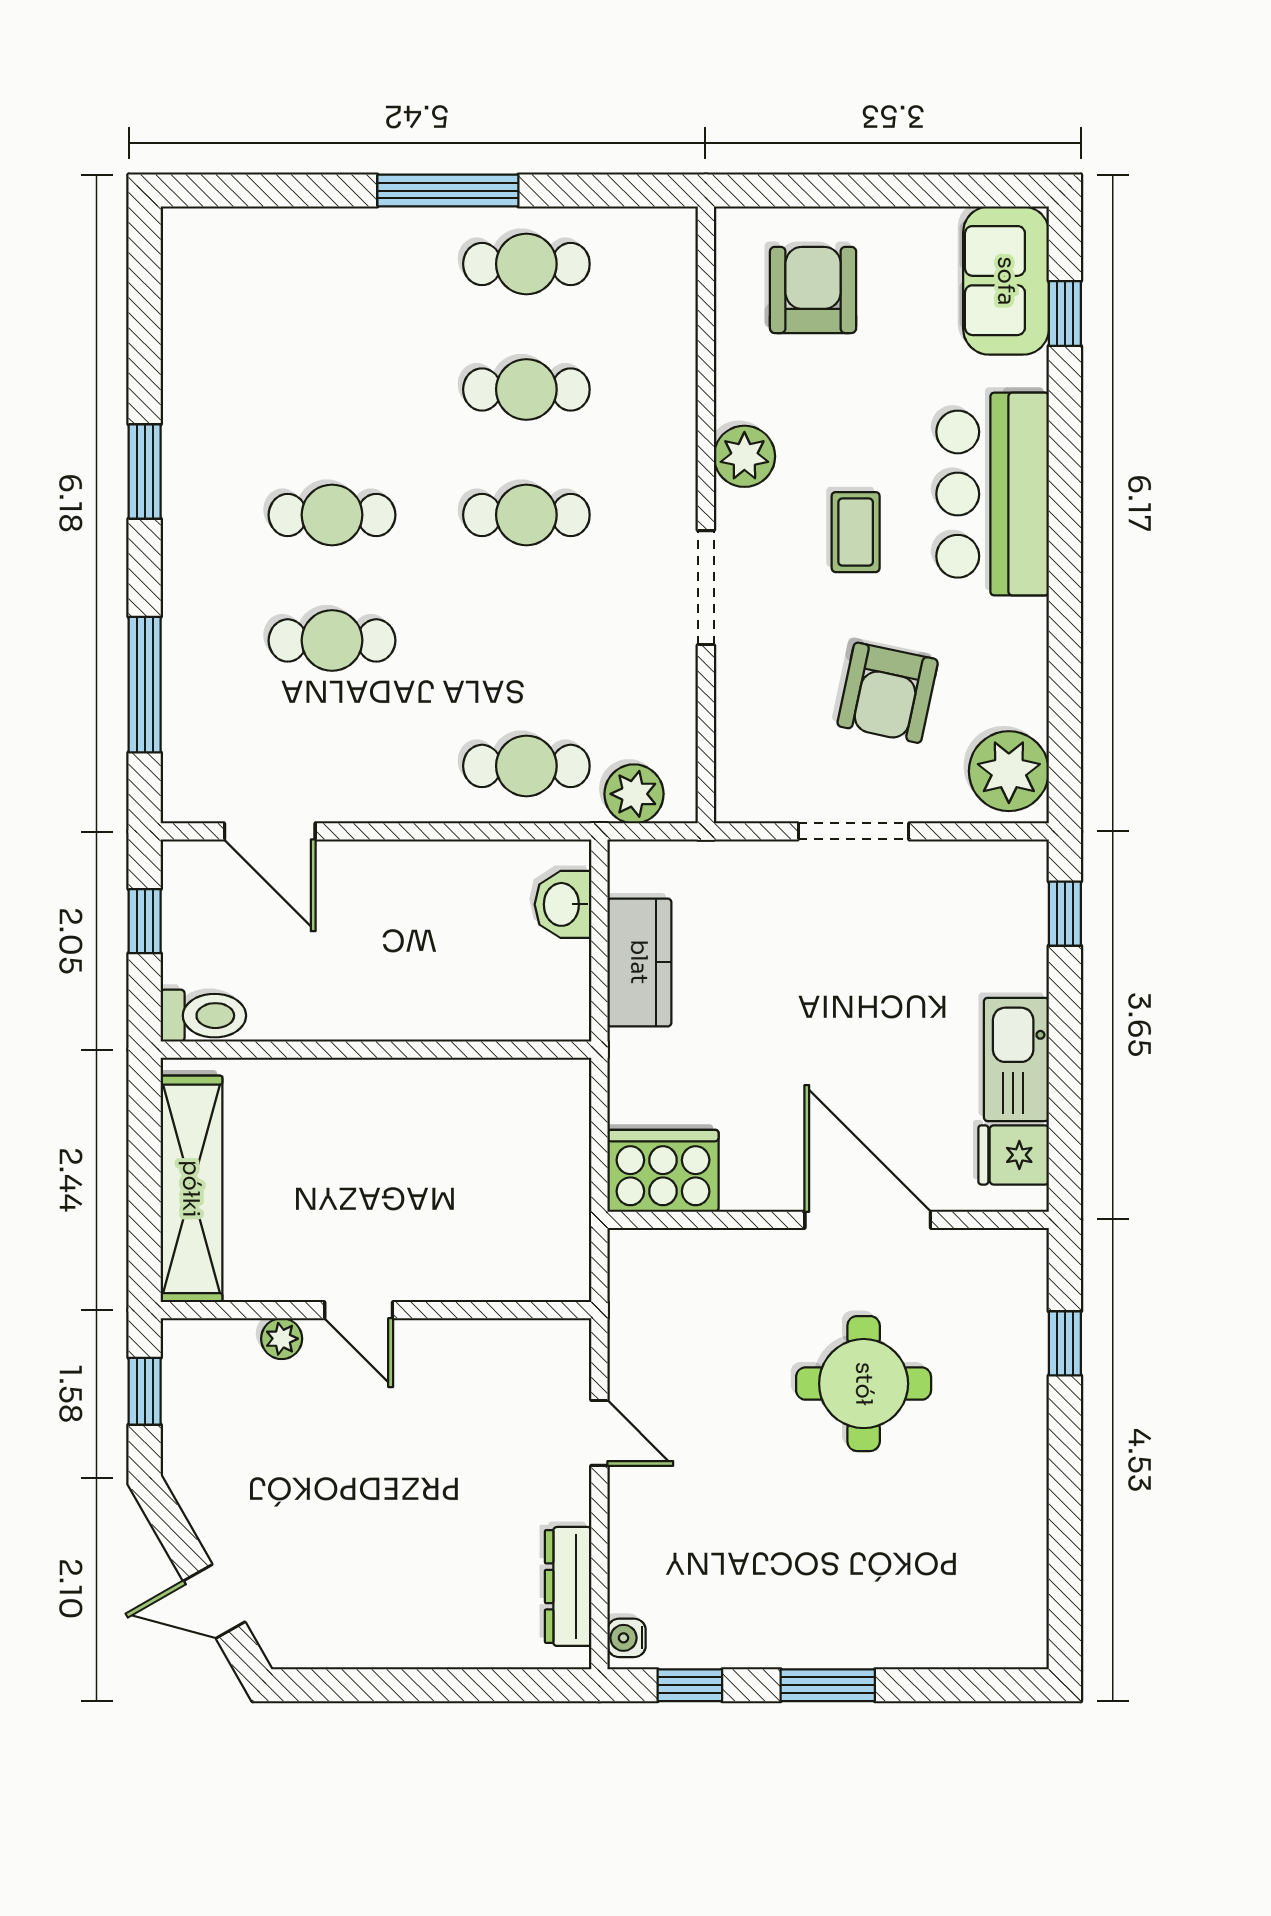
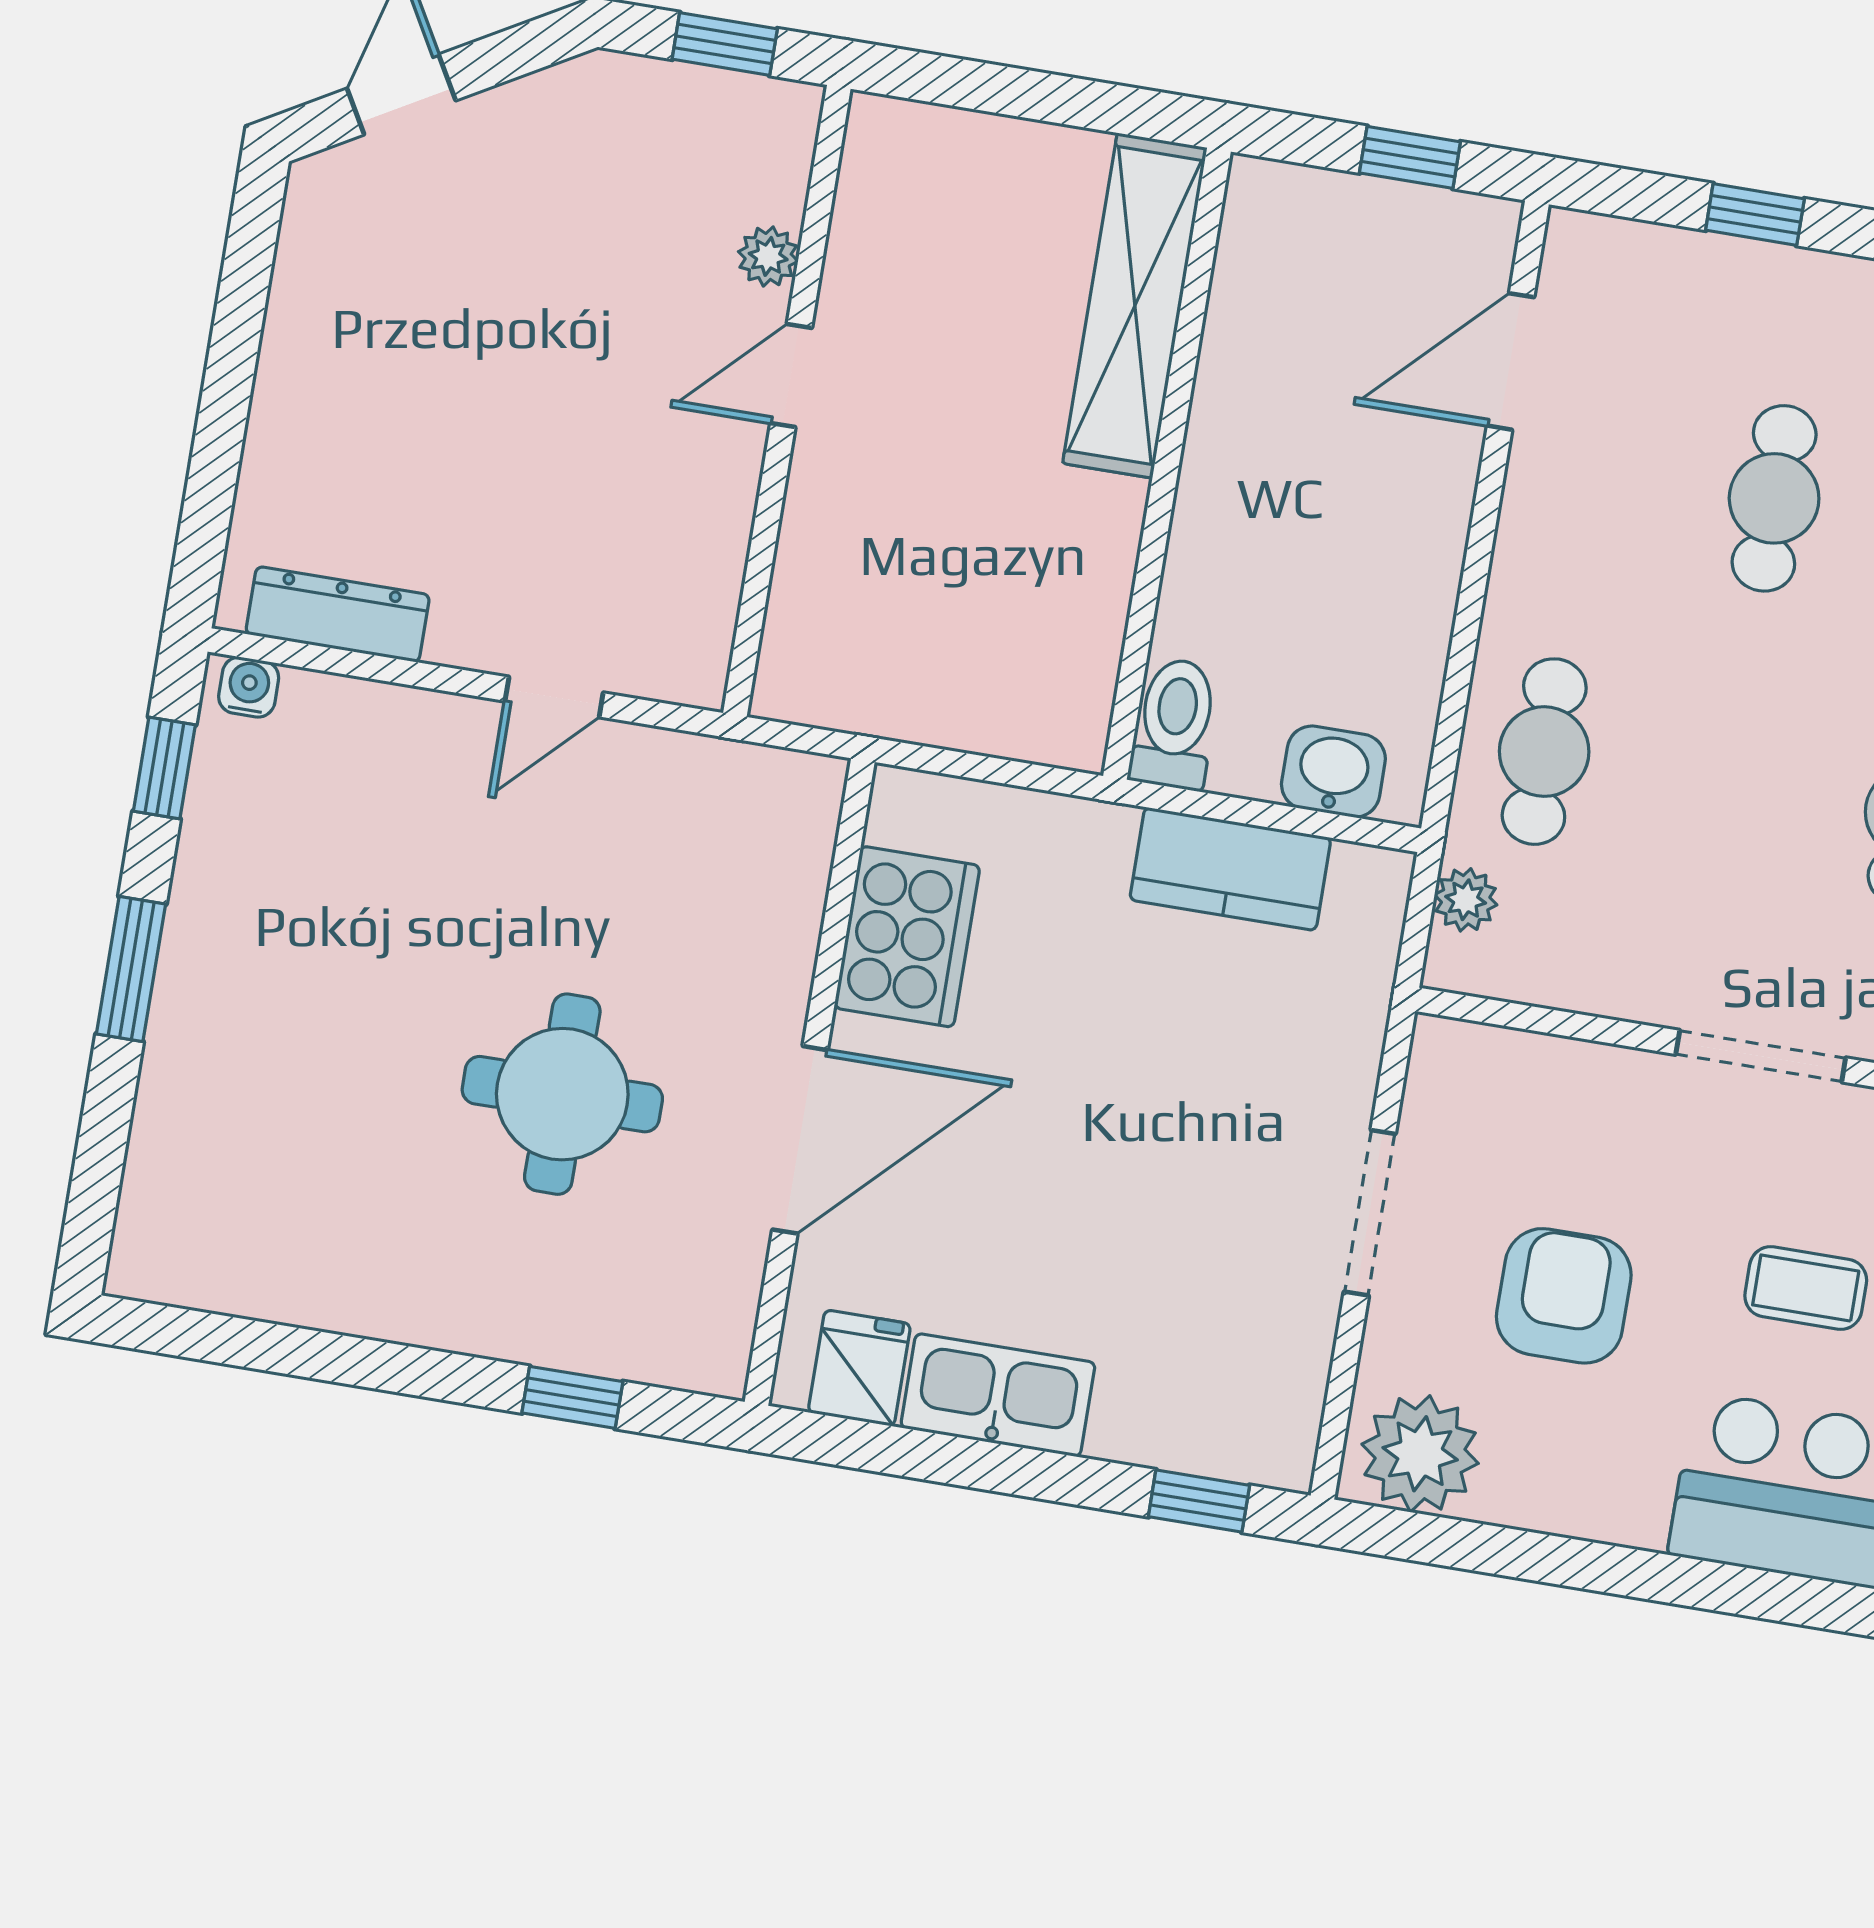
window: (145, 685) -> (1755, 215), width x0.46
armchair: (888, 693) -> (1564, 1296), turned 78
plant: (634, 794) -> (1466, 900), width x0.73, depth x0.73
toilet: (203, 1016) -> (1175, 724), moved, turned 180
cooker: (663, 1171) -> (907, 937), moved
shelving: (191, 1189) -> (1135, 306), moved, turned 90

